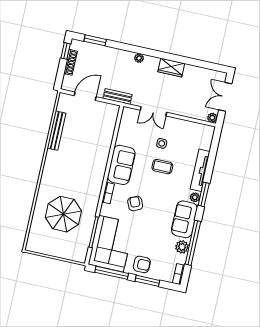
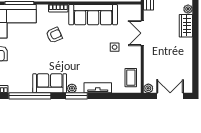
wardrobe: (171, 68) -> (186, 26), moved
sofa: (121, 165) -> (93, 15), width x1.36
coffee table: (162, 167) -> (131, 78), moved
tv unit: (200, 170) -> (98, 88), width x0.71
plant: (182, 247) -> (24, 87), removed

